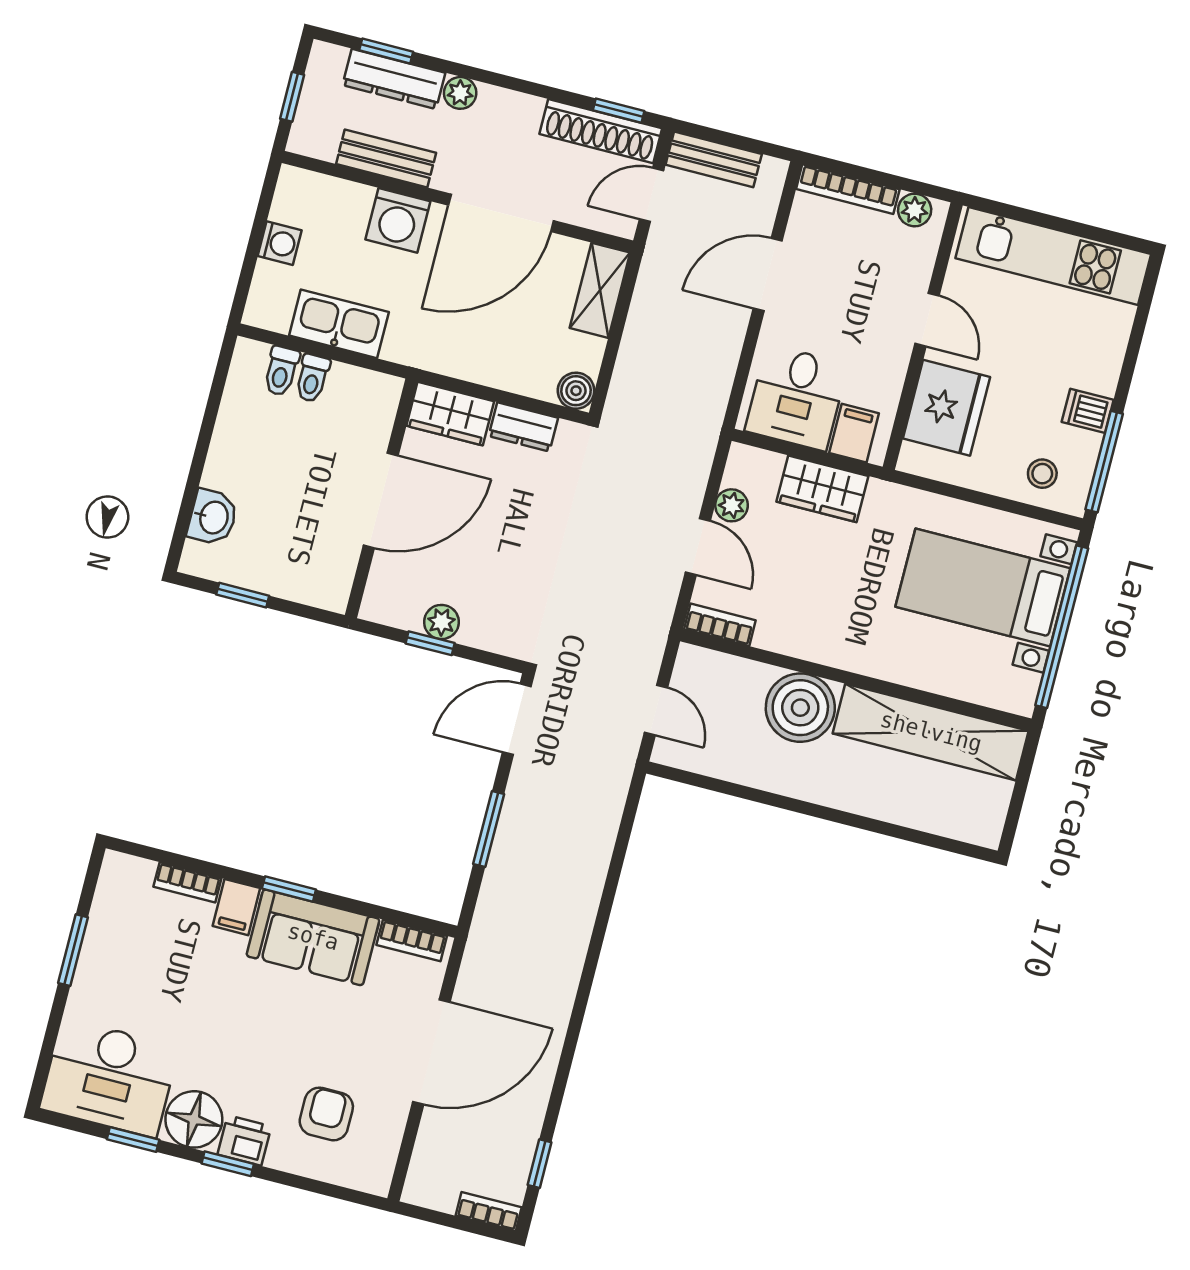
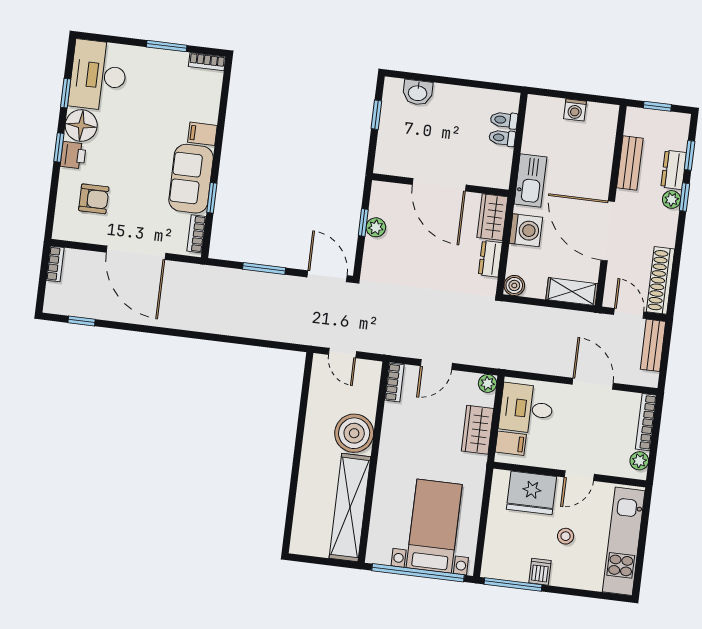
dresser: (394, 79) -> (674, 170), width x0.70
window: (619, 111) -> (684, 197), moved
washing machine: (398, 220) -> (526, 230), moved, turned 180
kitchen sink: (339, 324) -> (530, 180), moved
stool: (1042, 474) -> (566, 536), moved
plant: (732, 505) -> (488, 383), moved
door: (656, 710) -> (342, 353), hinge flipped
bookcase: (187, 882) -> (207, 62), moved, turned -90
window: (289, 889) -> (212, 198), moved
bookcase: (489, 1212) -> (55, 264), moved

